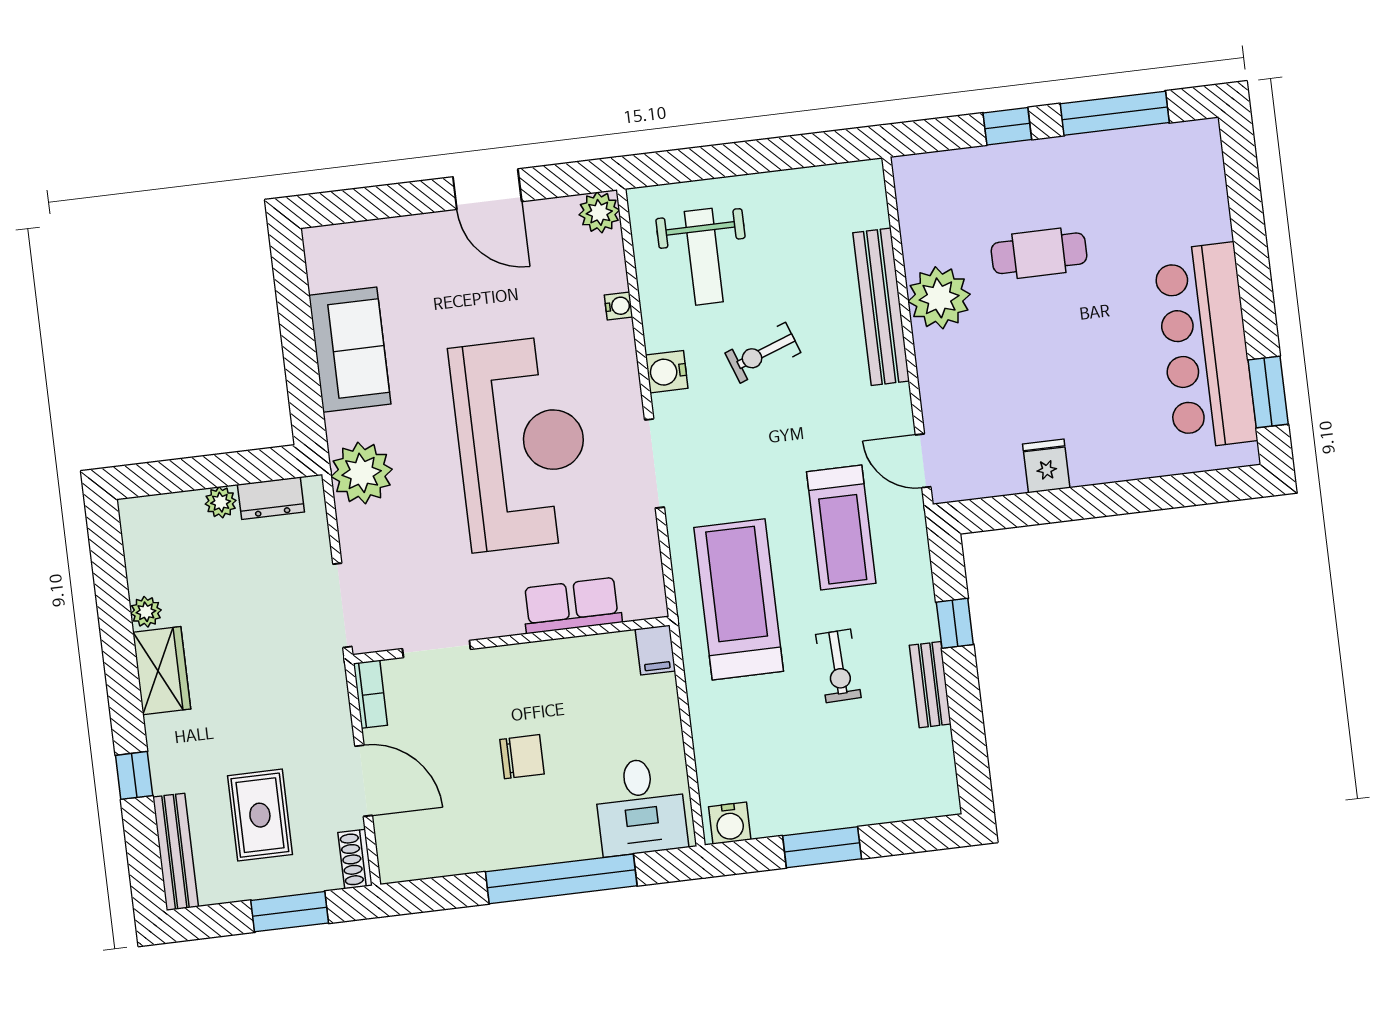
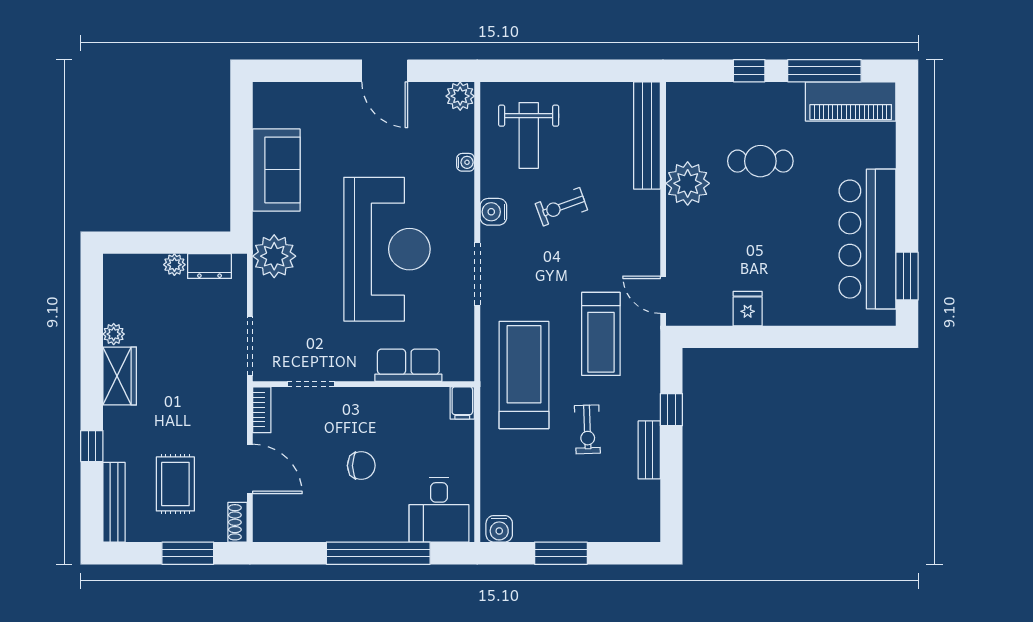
piano: (1158, 153) -> (851, 101), added
bench: (881, 307) -> (647, 135), moved

